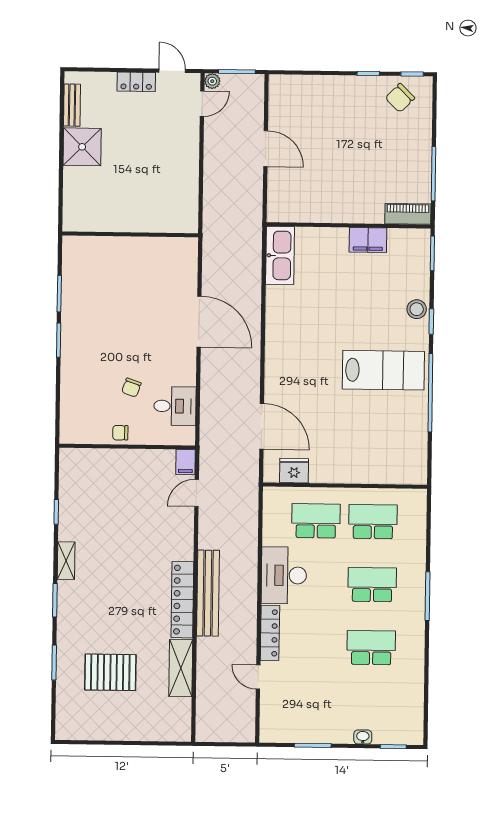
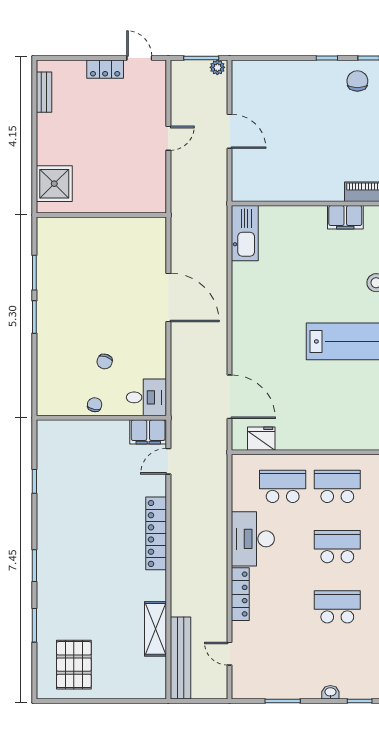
plant: (212, 81) -> (217, 67), moved
chair: (400, 98) -> (357, 81), turned 135
door: (202, 104) -> (168, 138), moved
shower: (82, 147) -> (54, 184), moved
filing cabinet: (368, 240) -> (345, 217), moved
desk: (175, 406) -> (146, 397), moved
chair: (120, 433) -> (95, 405), turned 102
filing cabinet: (186, 462) -> (148, 432), width x2.00
shelving: (66, 561) -> (44, 528), removed
bench: (208, 593) -> (180, 658), moved
locker: (182, 600) -> (156, 533), moved
pallet: (110, 672) -> (74, 665), moved, turned 90
door: (258, 677) -> (230, 654), moved

